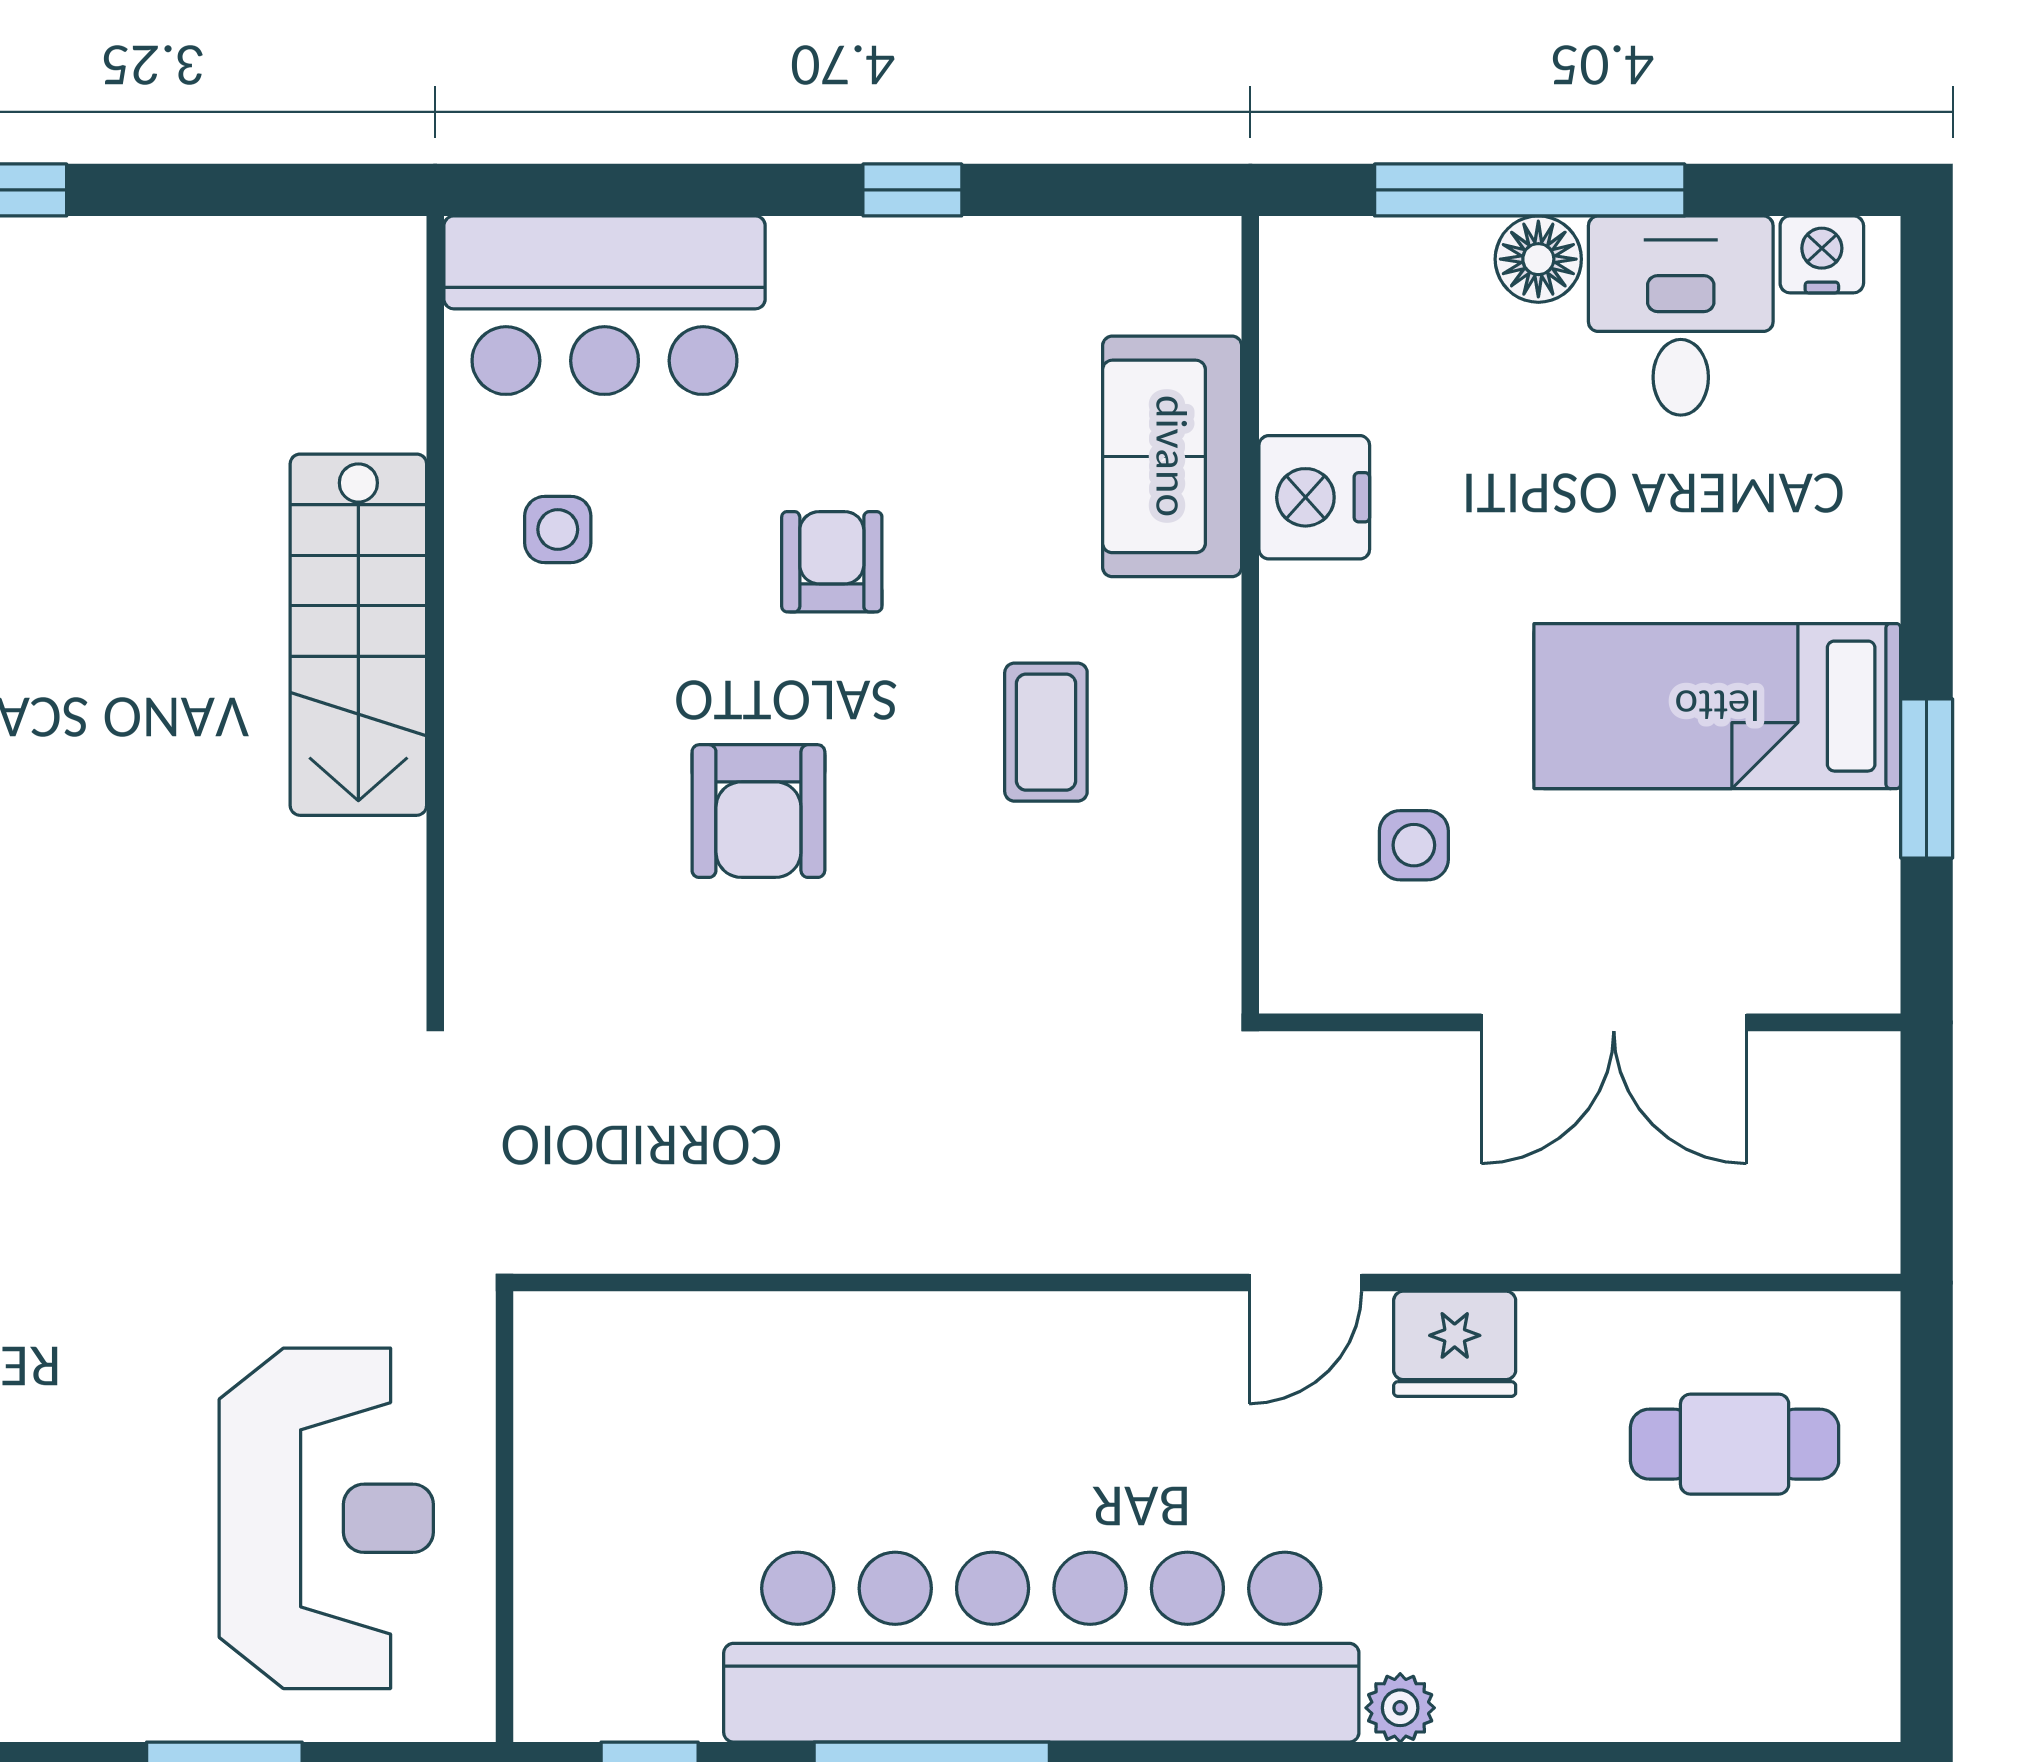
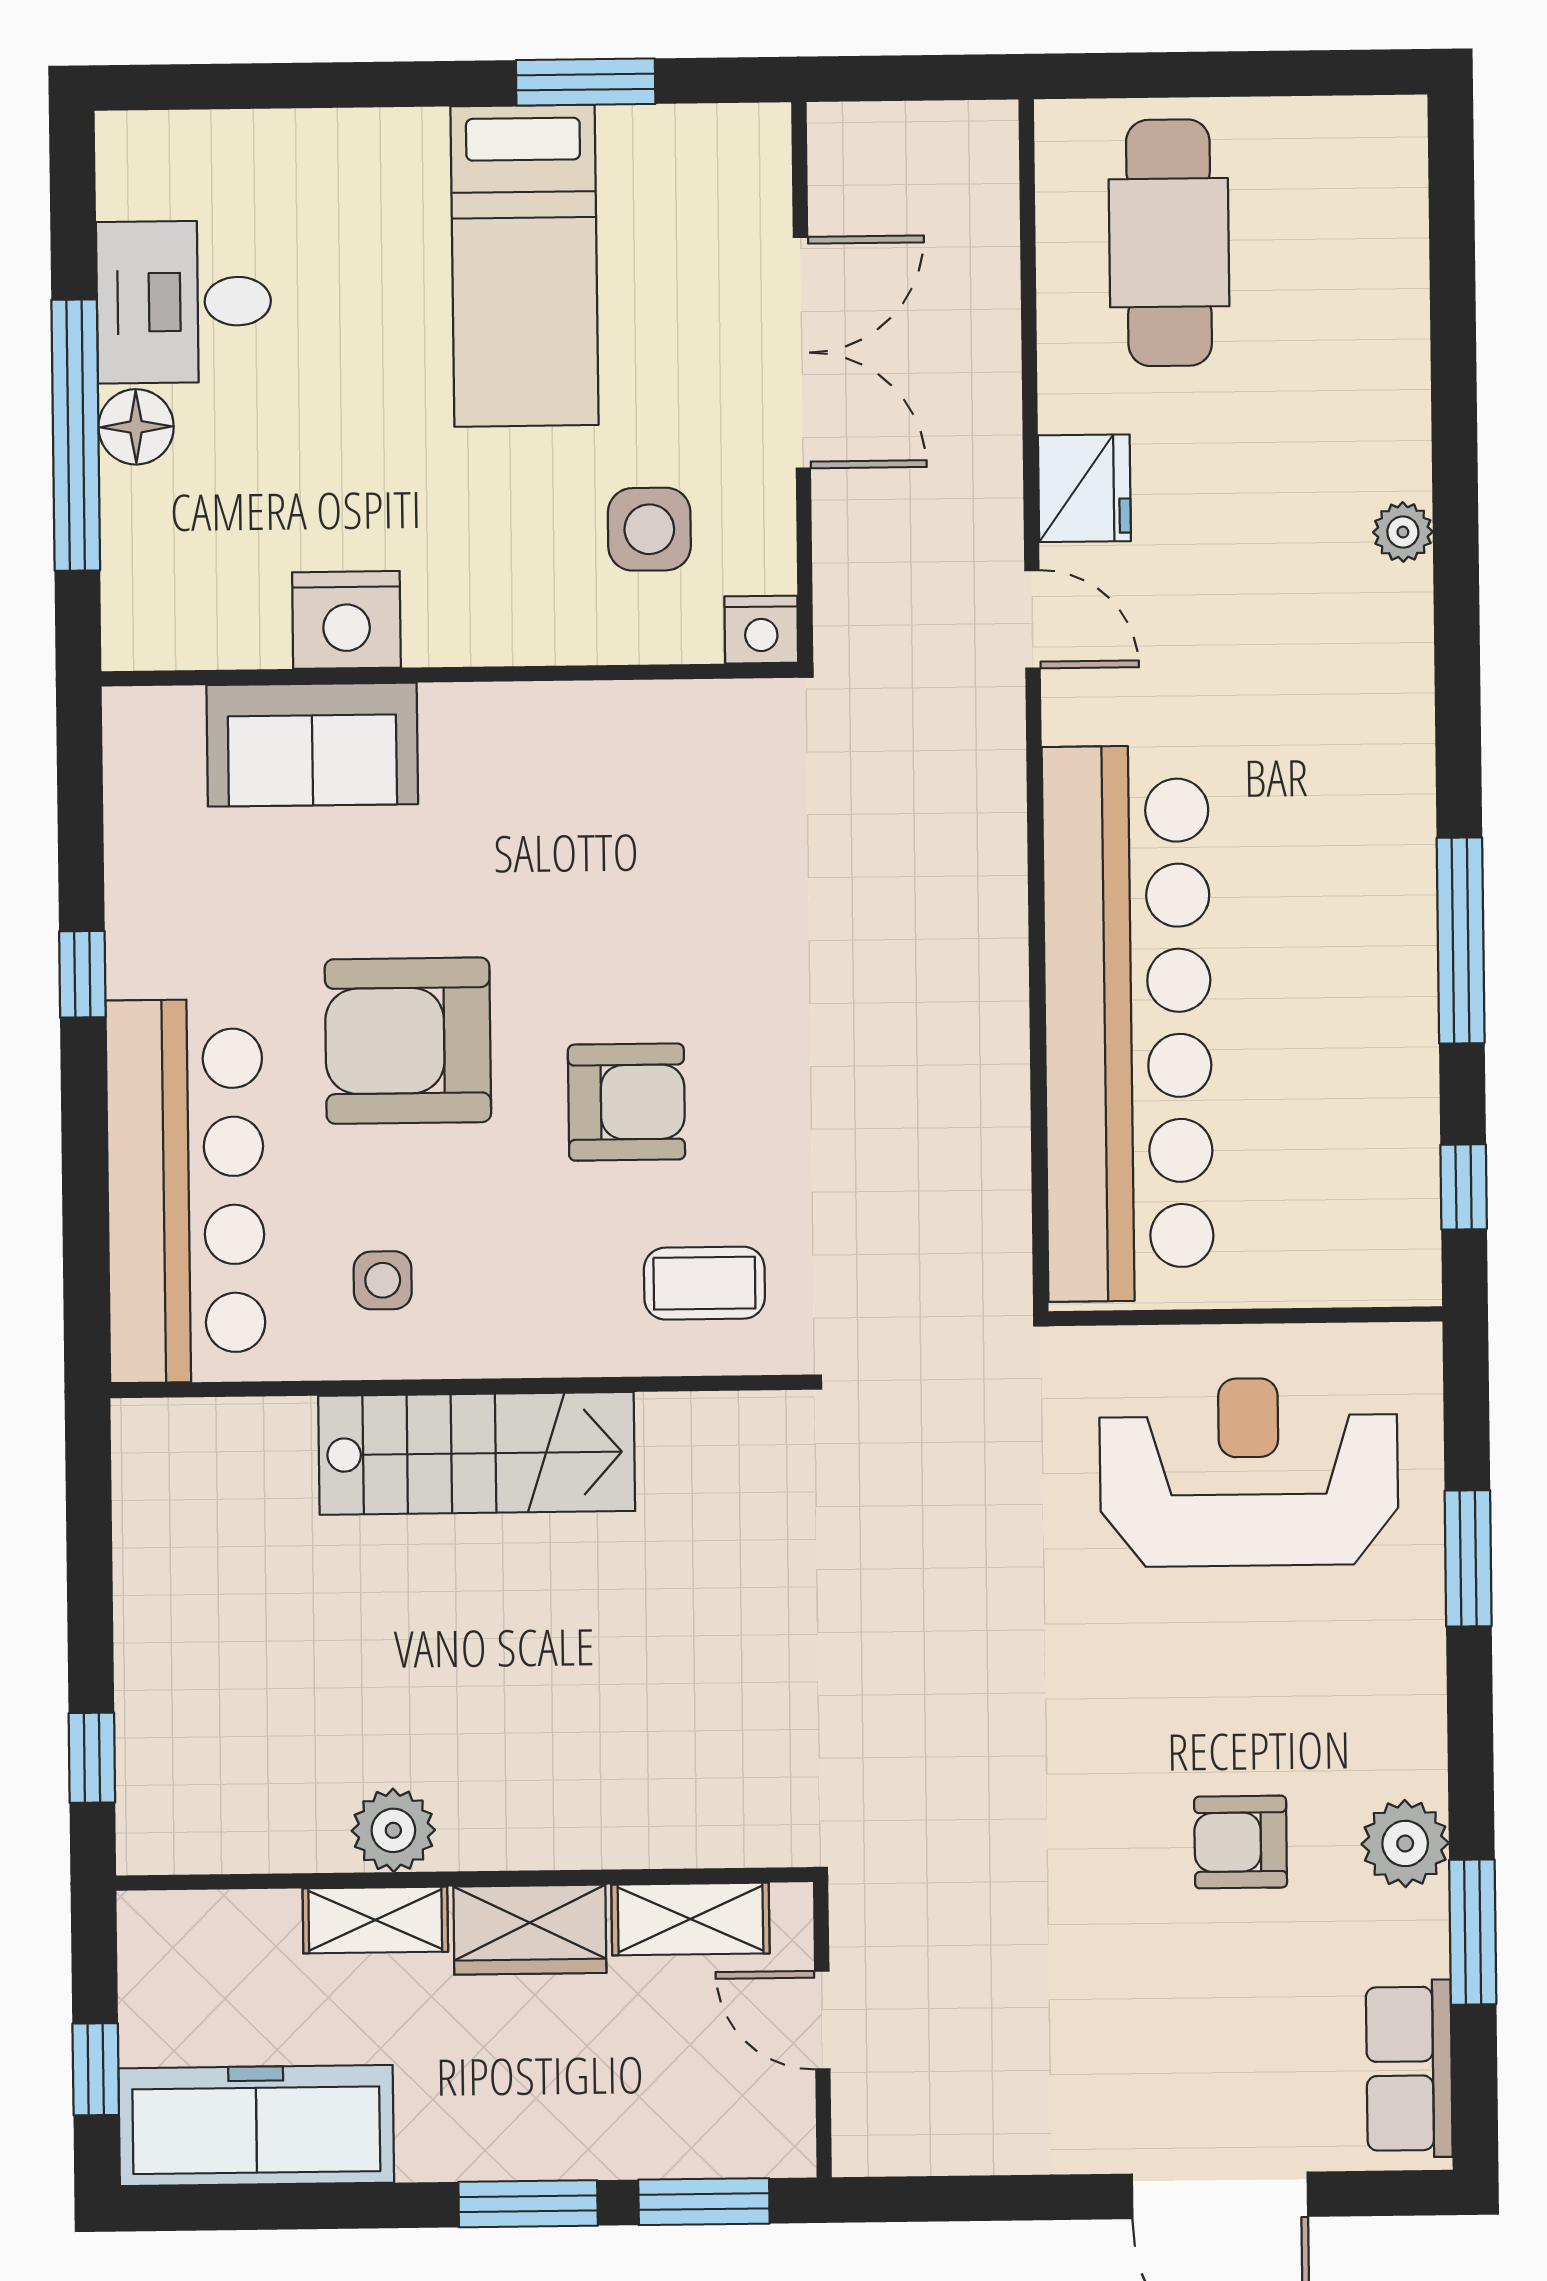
nightstand: (1822, 254) -> (761, 630), moved, turned -90
bar counter: (605, 305) -> (186, 1191), width x1.36
armchair: (832, 562) -> (408, 1041), width x1.88, depth x1.88
coffee table: (1046, 732) -> (704, 1283), moved
side table: (1414, 845) -> (649, 529), width x1.37, depth x1.37
cafe table: (1735, 1444) -> (1169, 243), width x1.37, depth x1.35
bar counter: (1041, 1647) -> (1128, 1023), moved, turned 180

